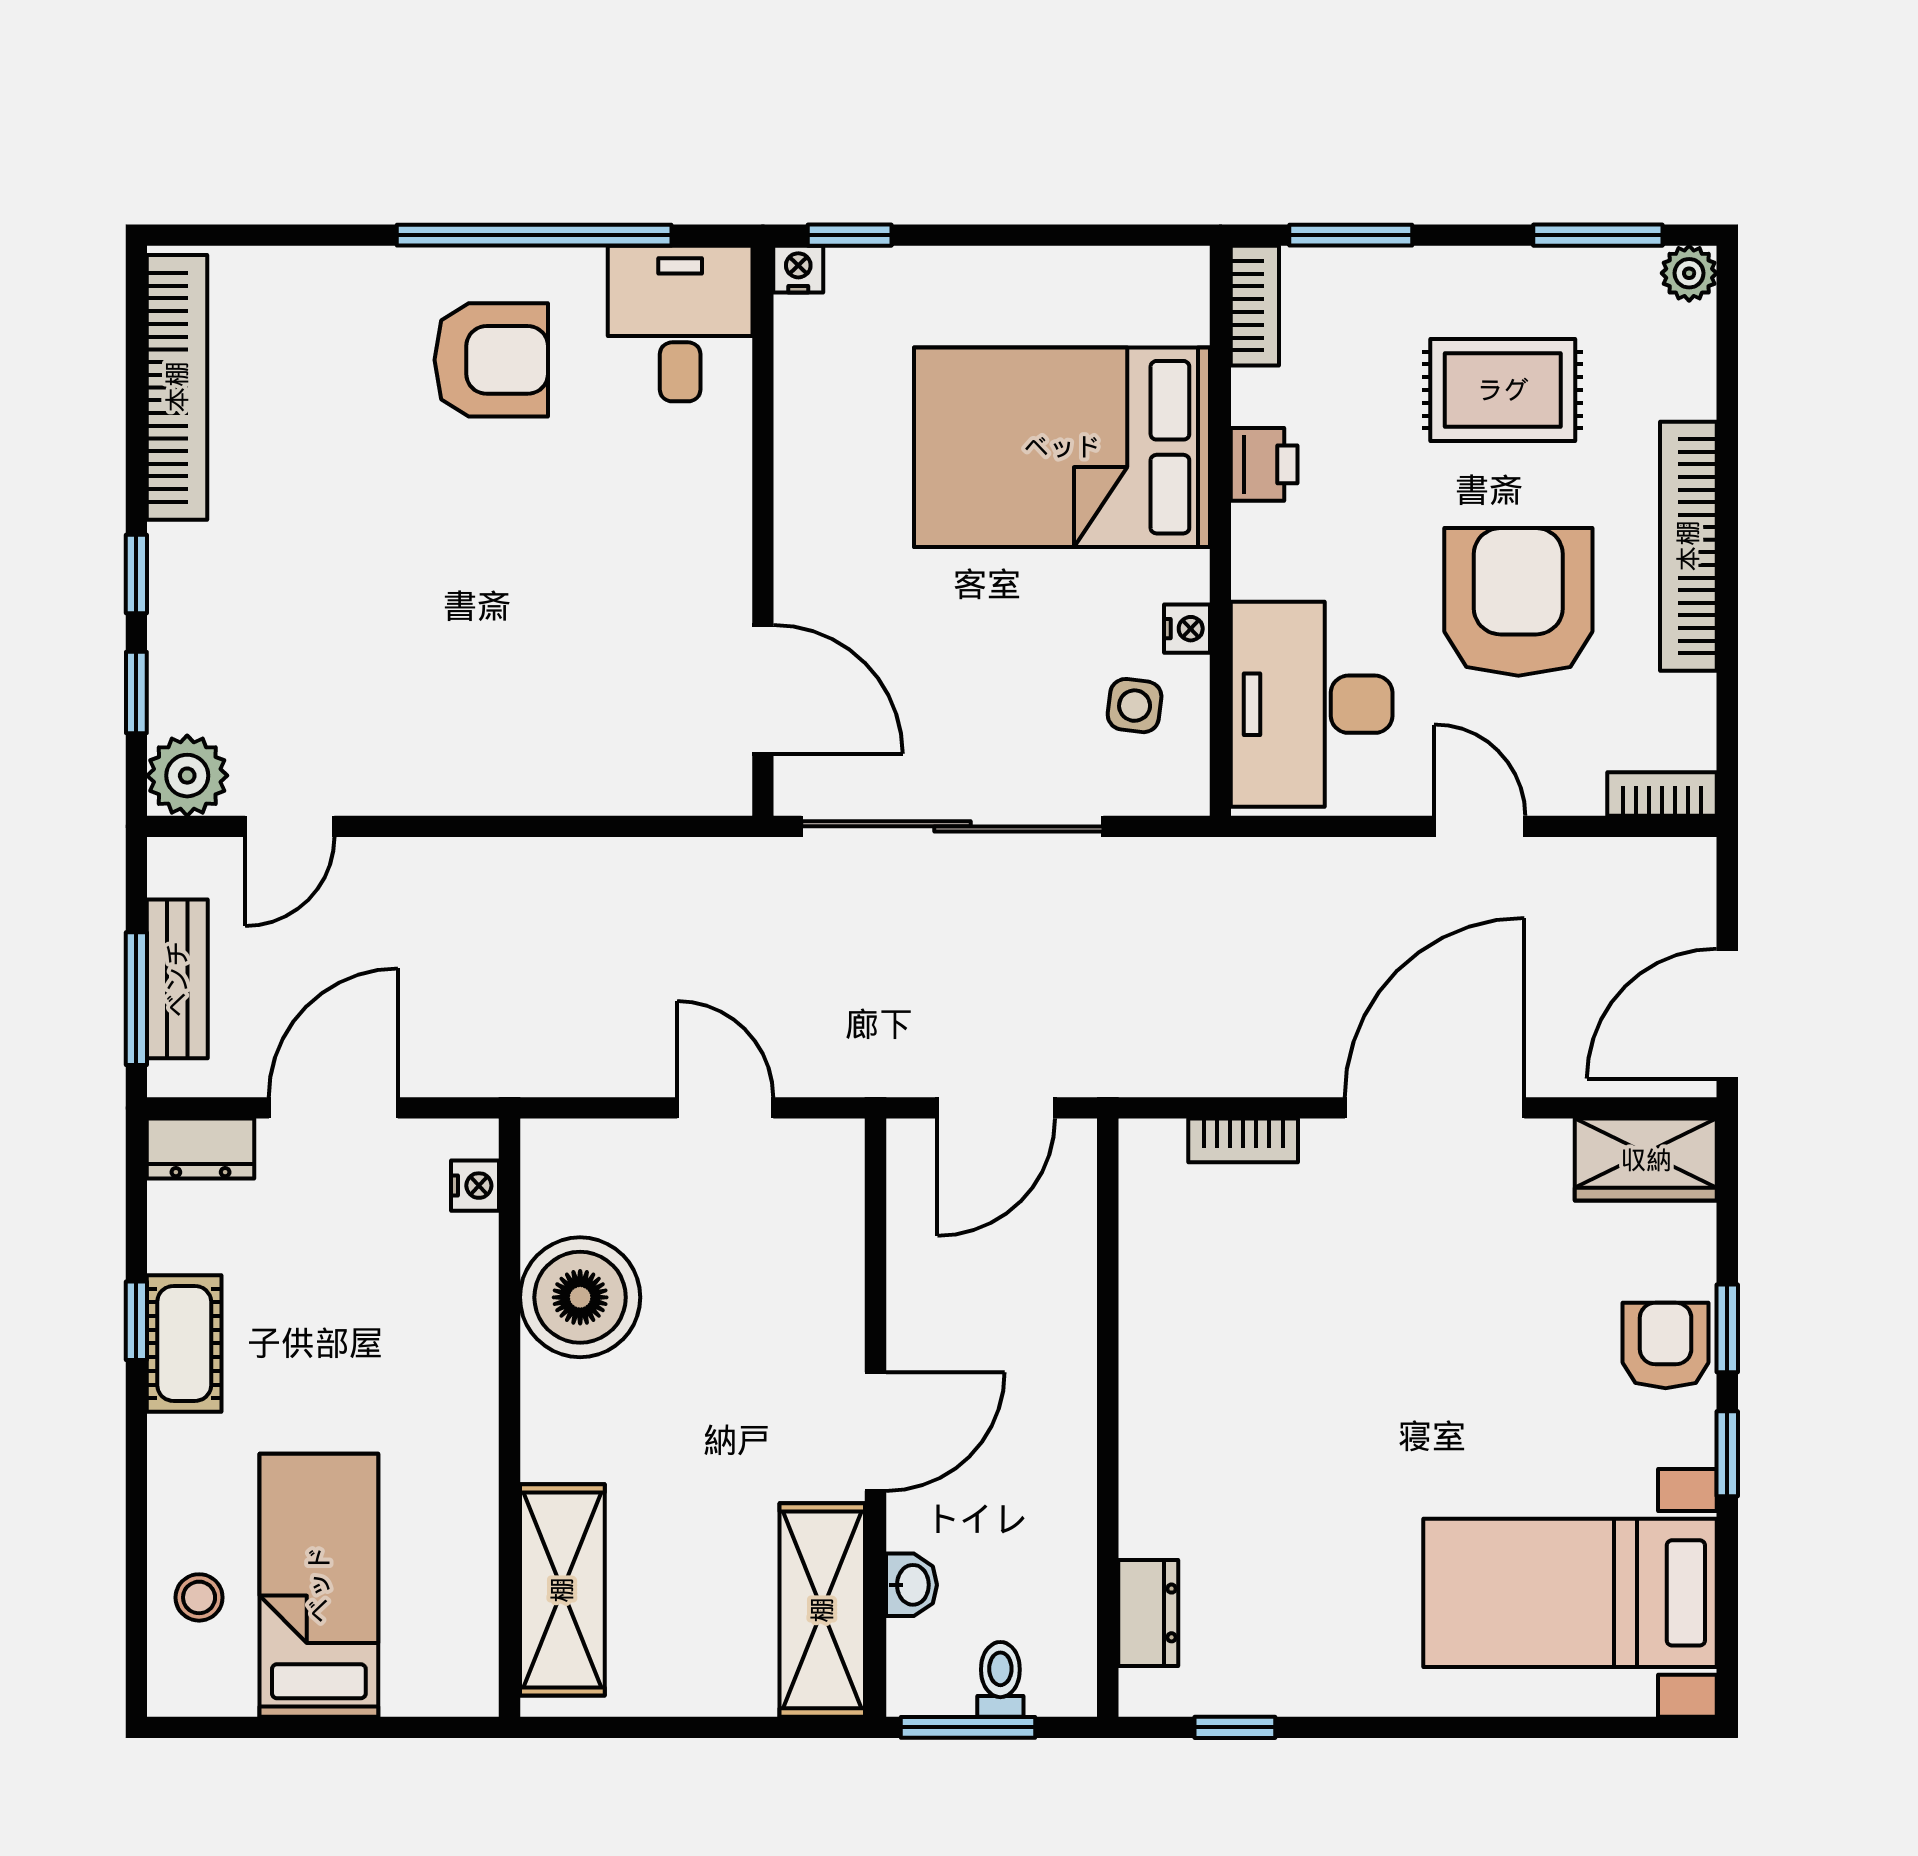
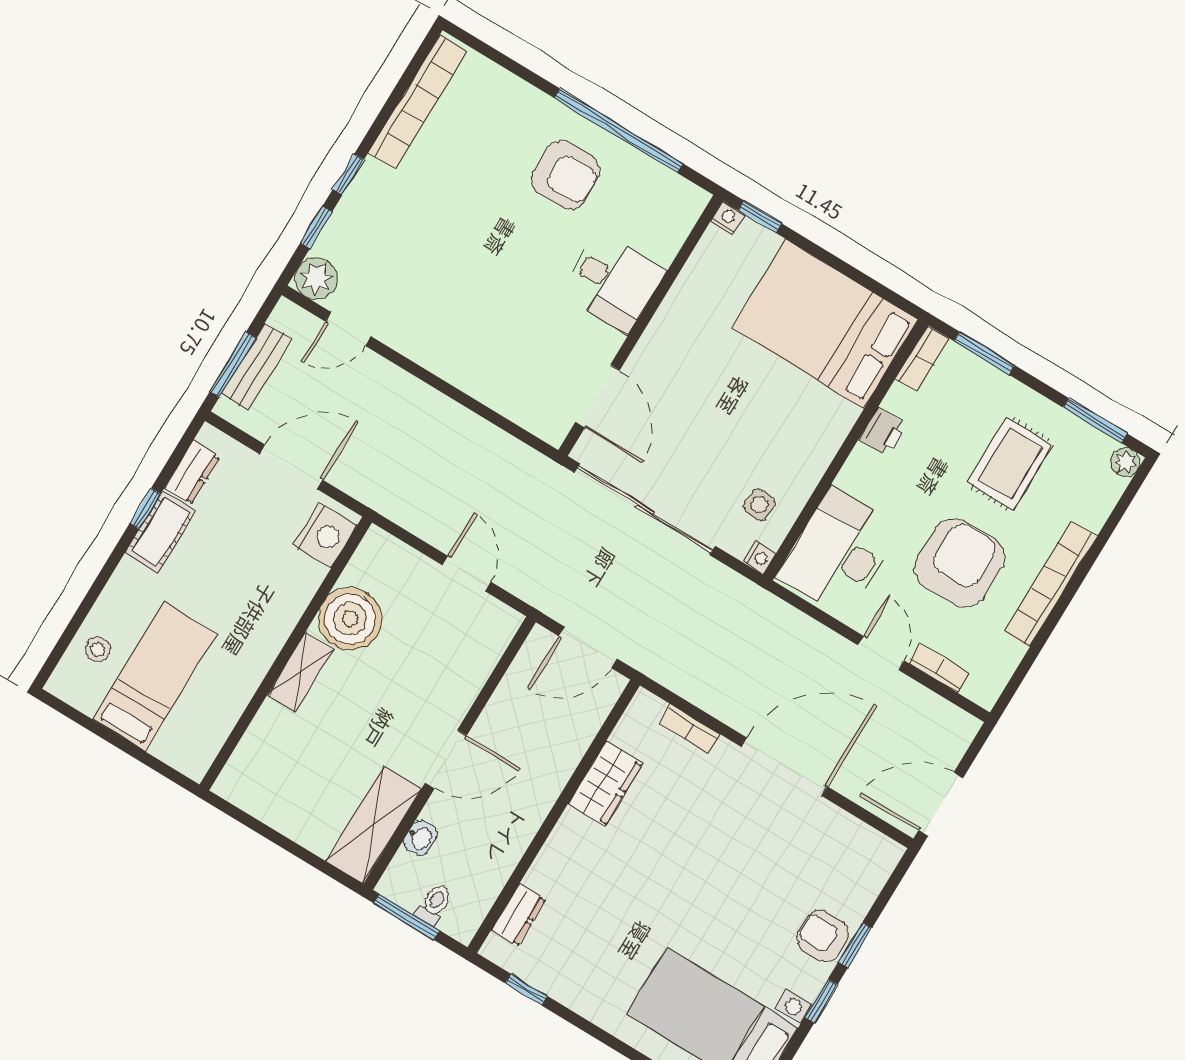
desk: (680, 324) -> (613, 282), moved, turned 90
rug: (1503, 390) -> (1010, 464), turned 90
bed: (1062, 447) -> (825, 324), moved
nightstand: (1187, 629) -> (759, 558), moved
bookcase: (1662, 794) -> (939, 668), moved
dresser: (201, 1149) -> (192, 473), moved, turned -90
wardrobe: (1646, 1160) -> (605, 784), moved, turned -90
nightstand: (475, 1186) -> (325, 535), width x1.89, depth x1.79
armchair: (1666, 1345) -> (823, 936), turned -90
shelving: (562, 1590) -> (300, 672), moved, width x0.67, depth x0.75

